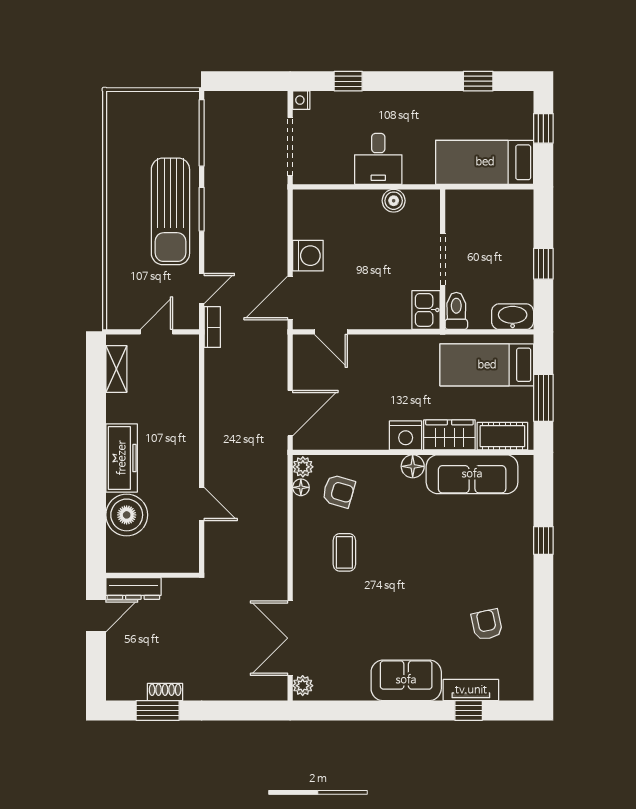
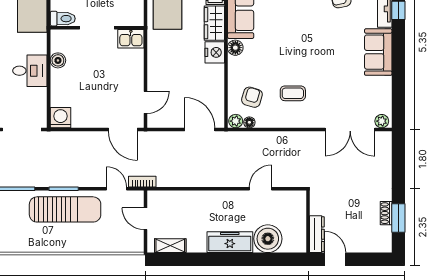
washing machine: (308, 256) -> (60, 118), moved
toilet: (456, 311) -> (63, 19), moved, turned 180

